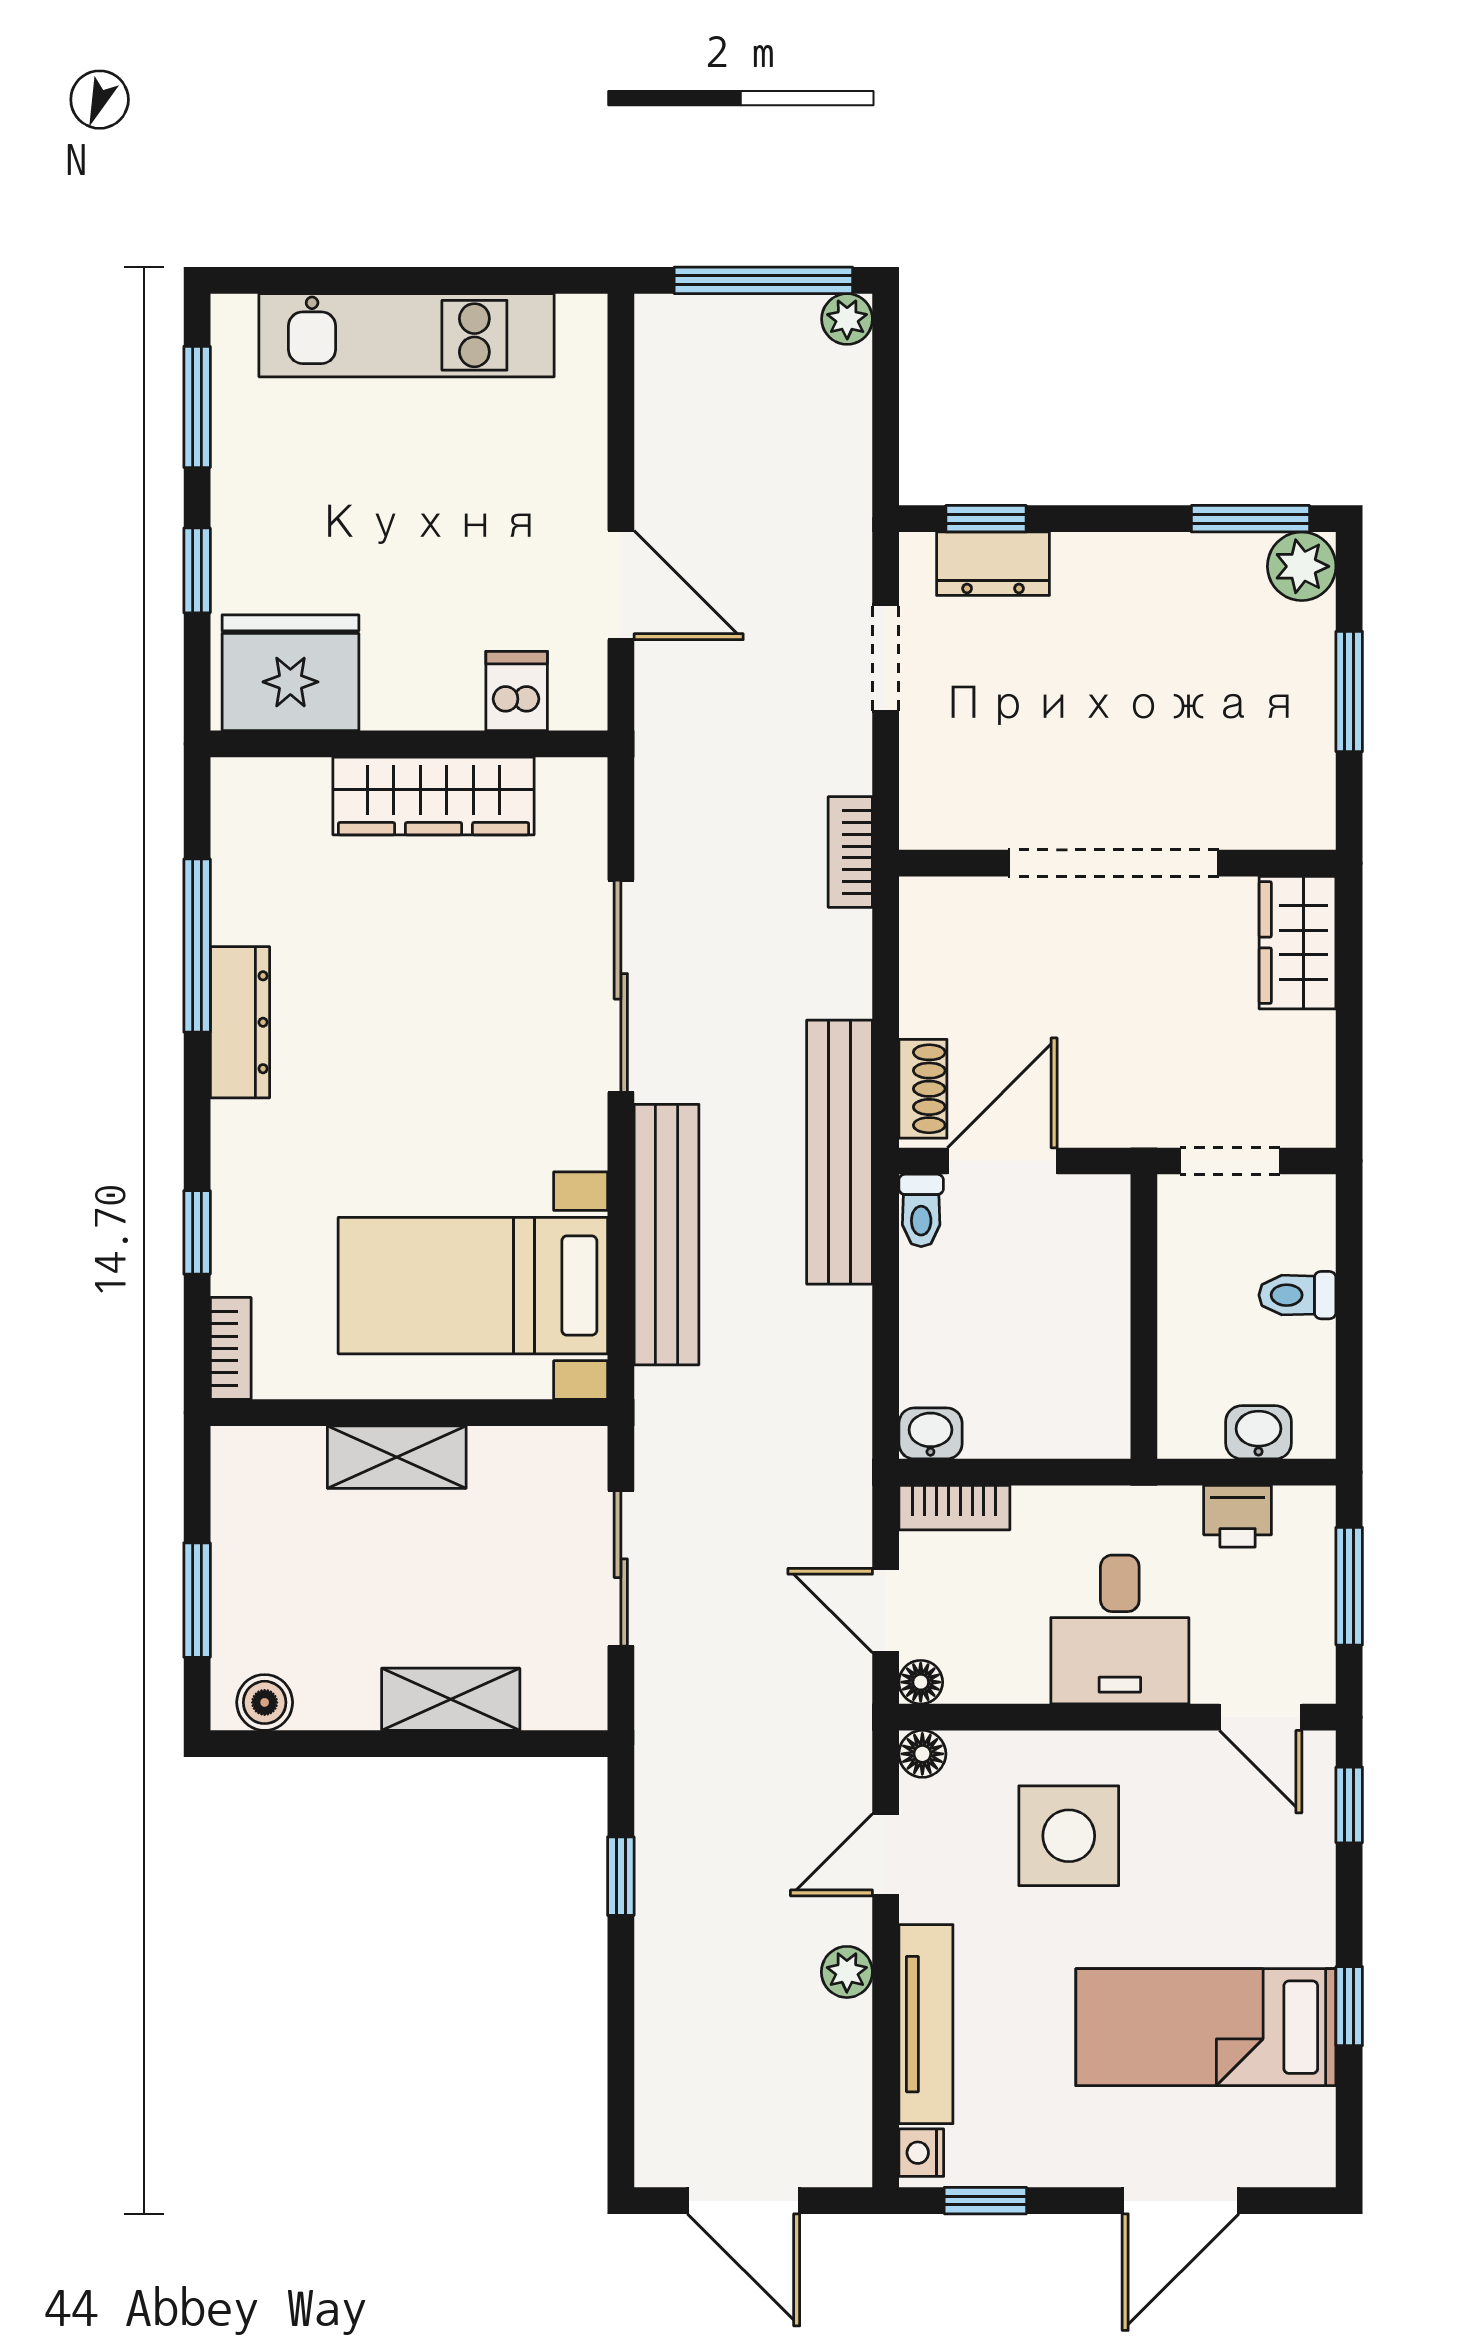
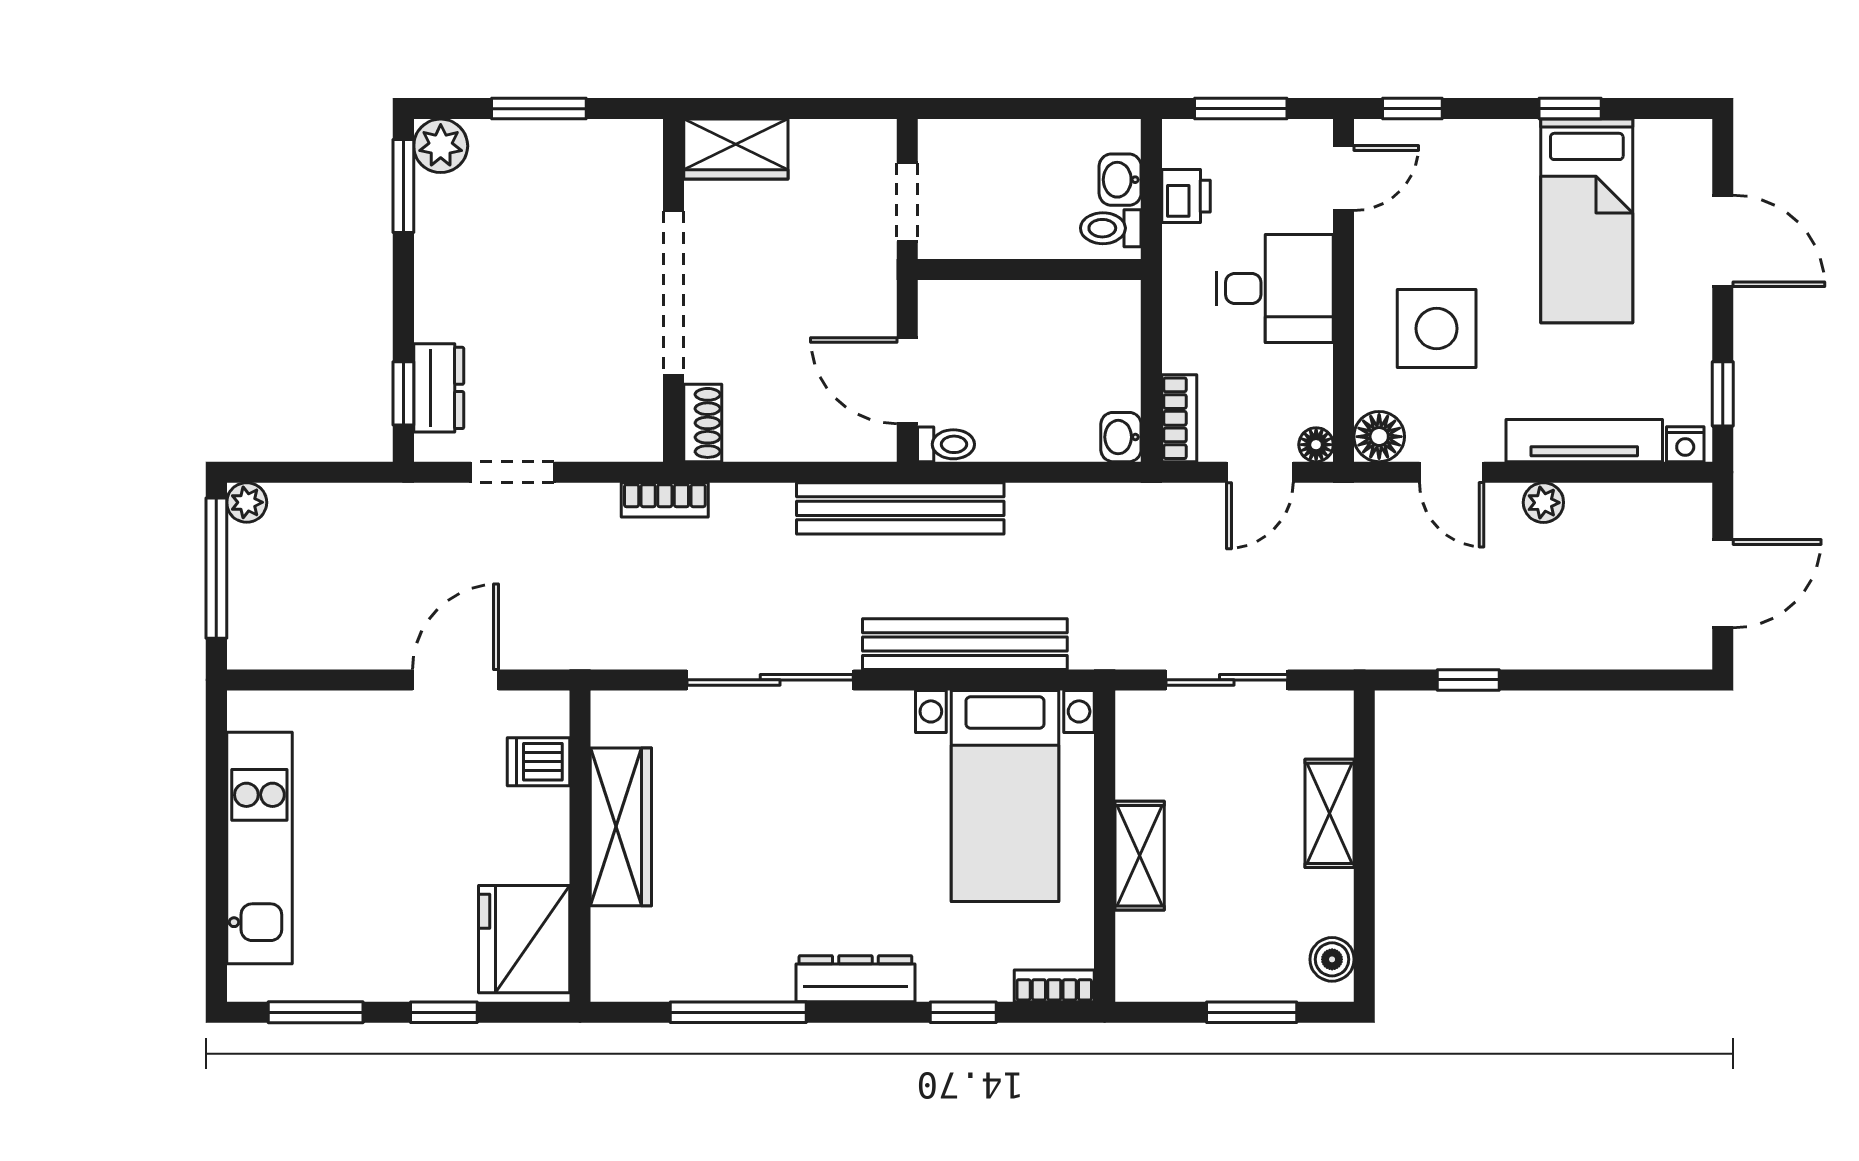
dresser: (240, 1022) -> (855, 979), moved
shoe rack: (923, 1089) -> (703, 423), moved, turned 90
toilet: (1297, 1295) -> (1111, 228), moved, turned 90
floor lamp: (922, 1754) -> (1379, 437), width x1.37, depth x1.37

